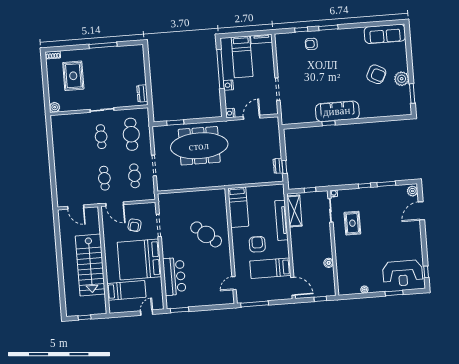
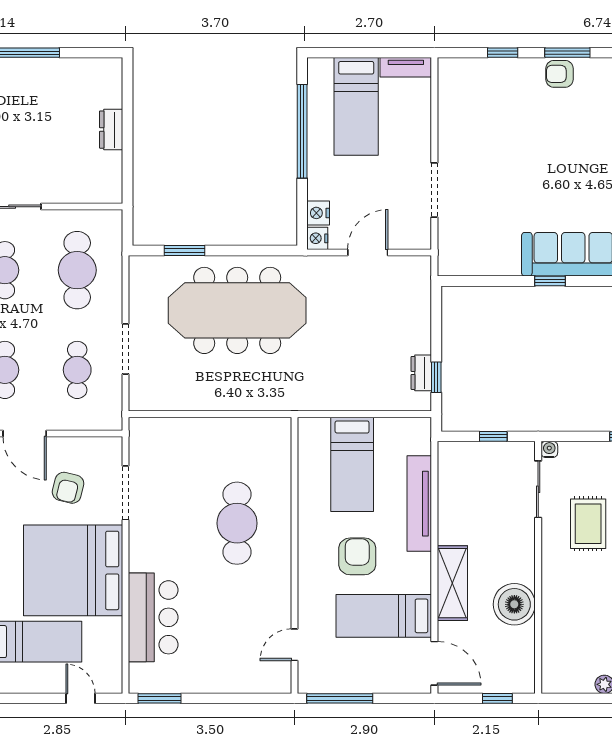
armchair: (311, 44) -> (560, 74), moved
nightstand: (228, 85) -> (318, 213), moved
dresser: (142, 93) -> (111, 130), moved
bed: (238, 207) -> (352, 464), moved
shelving: (295, 211) -> (452, 583), moved
cafe table: (206, 234) -> (237, 523), turned 50
boiler: (329, 263) -> (514, 604), width x1.86, depth x1.86
door: (147, 313) -> (80, 698), hinge flipped

